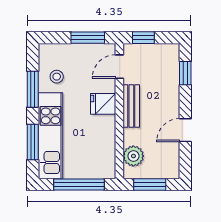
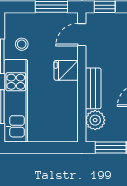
bench: (131, 106) -> (93, 88), moved
window: (79, 185) -> (43, 147), removed

